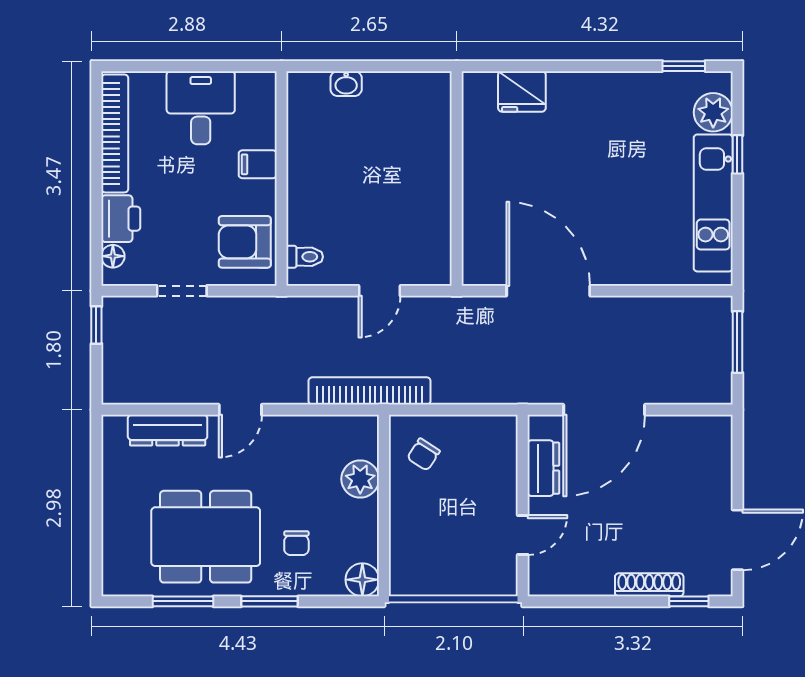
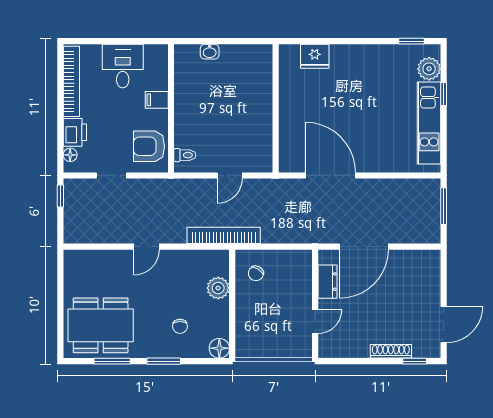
dresser: (168, 430) -> (103, 259), removed
dining table: (206, 537) -> (101, 325), moved

